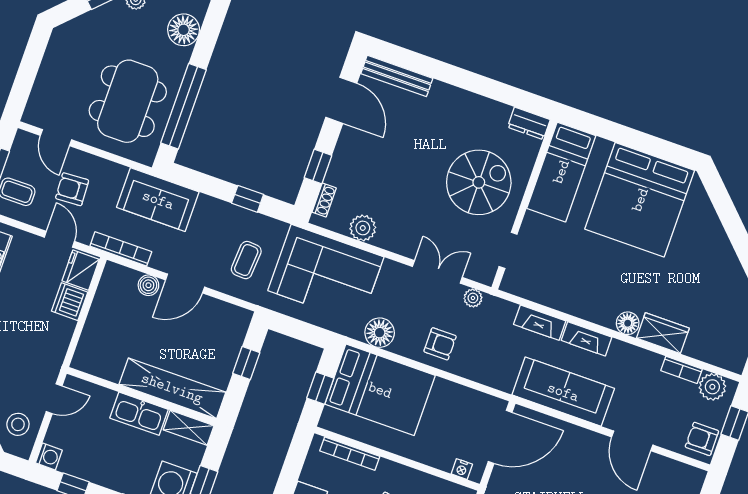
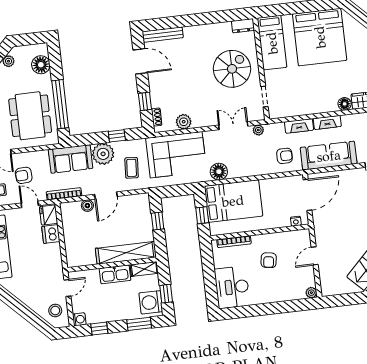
plant: (212, 217) -> (103, 154), added
armchair: (440, 344) -> (284, 156), moved

